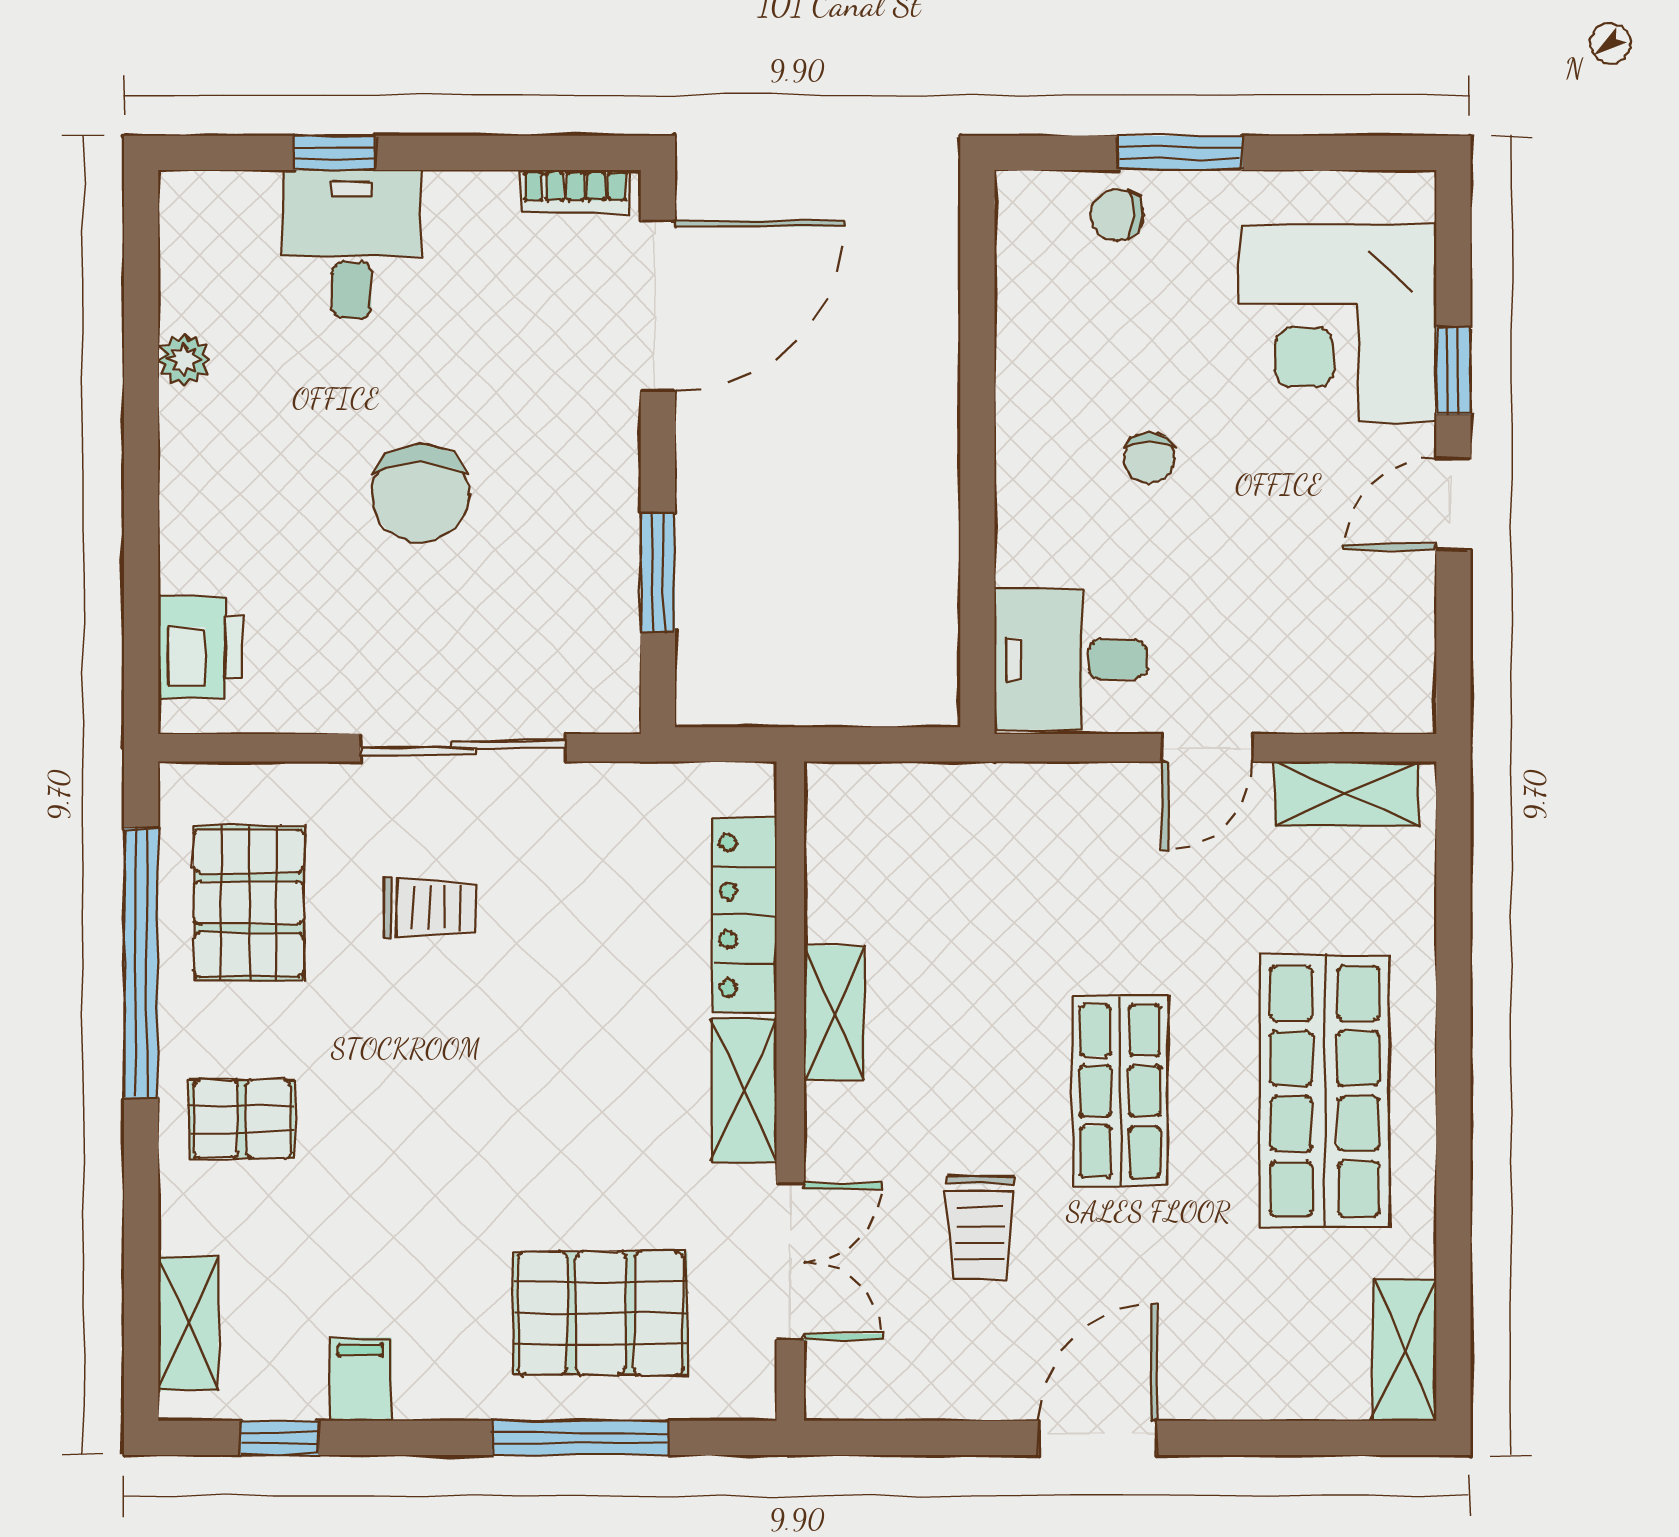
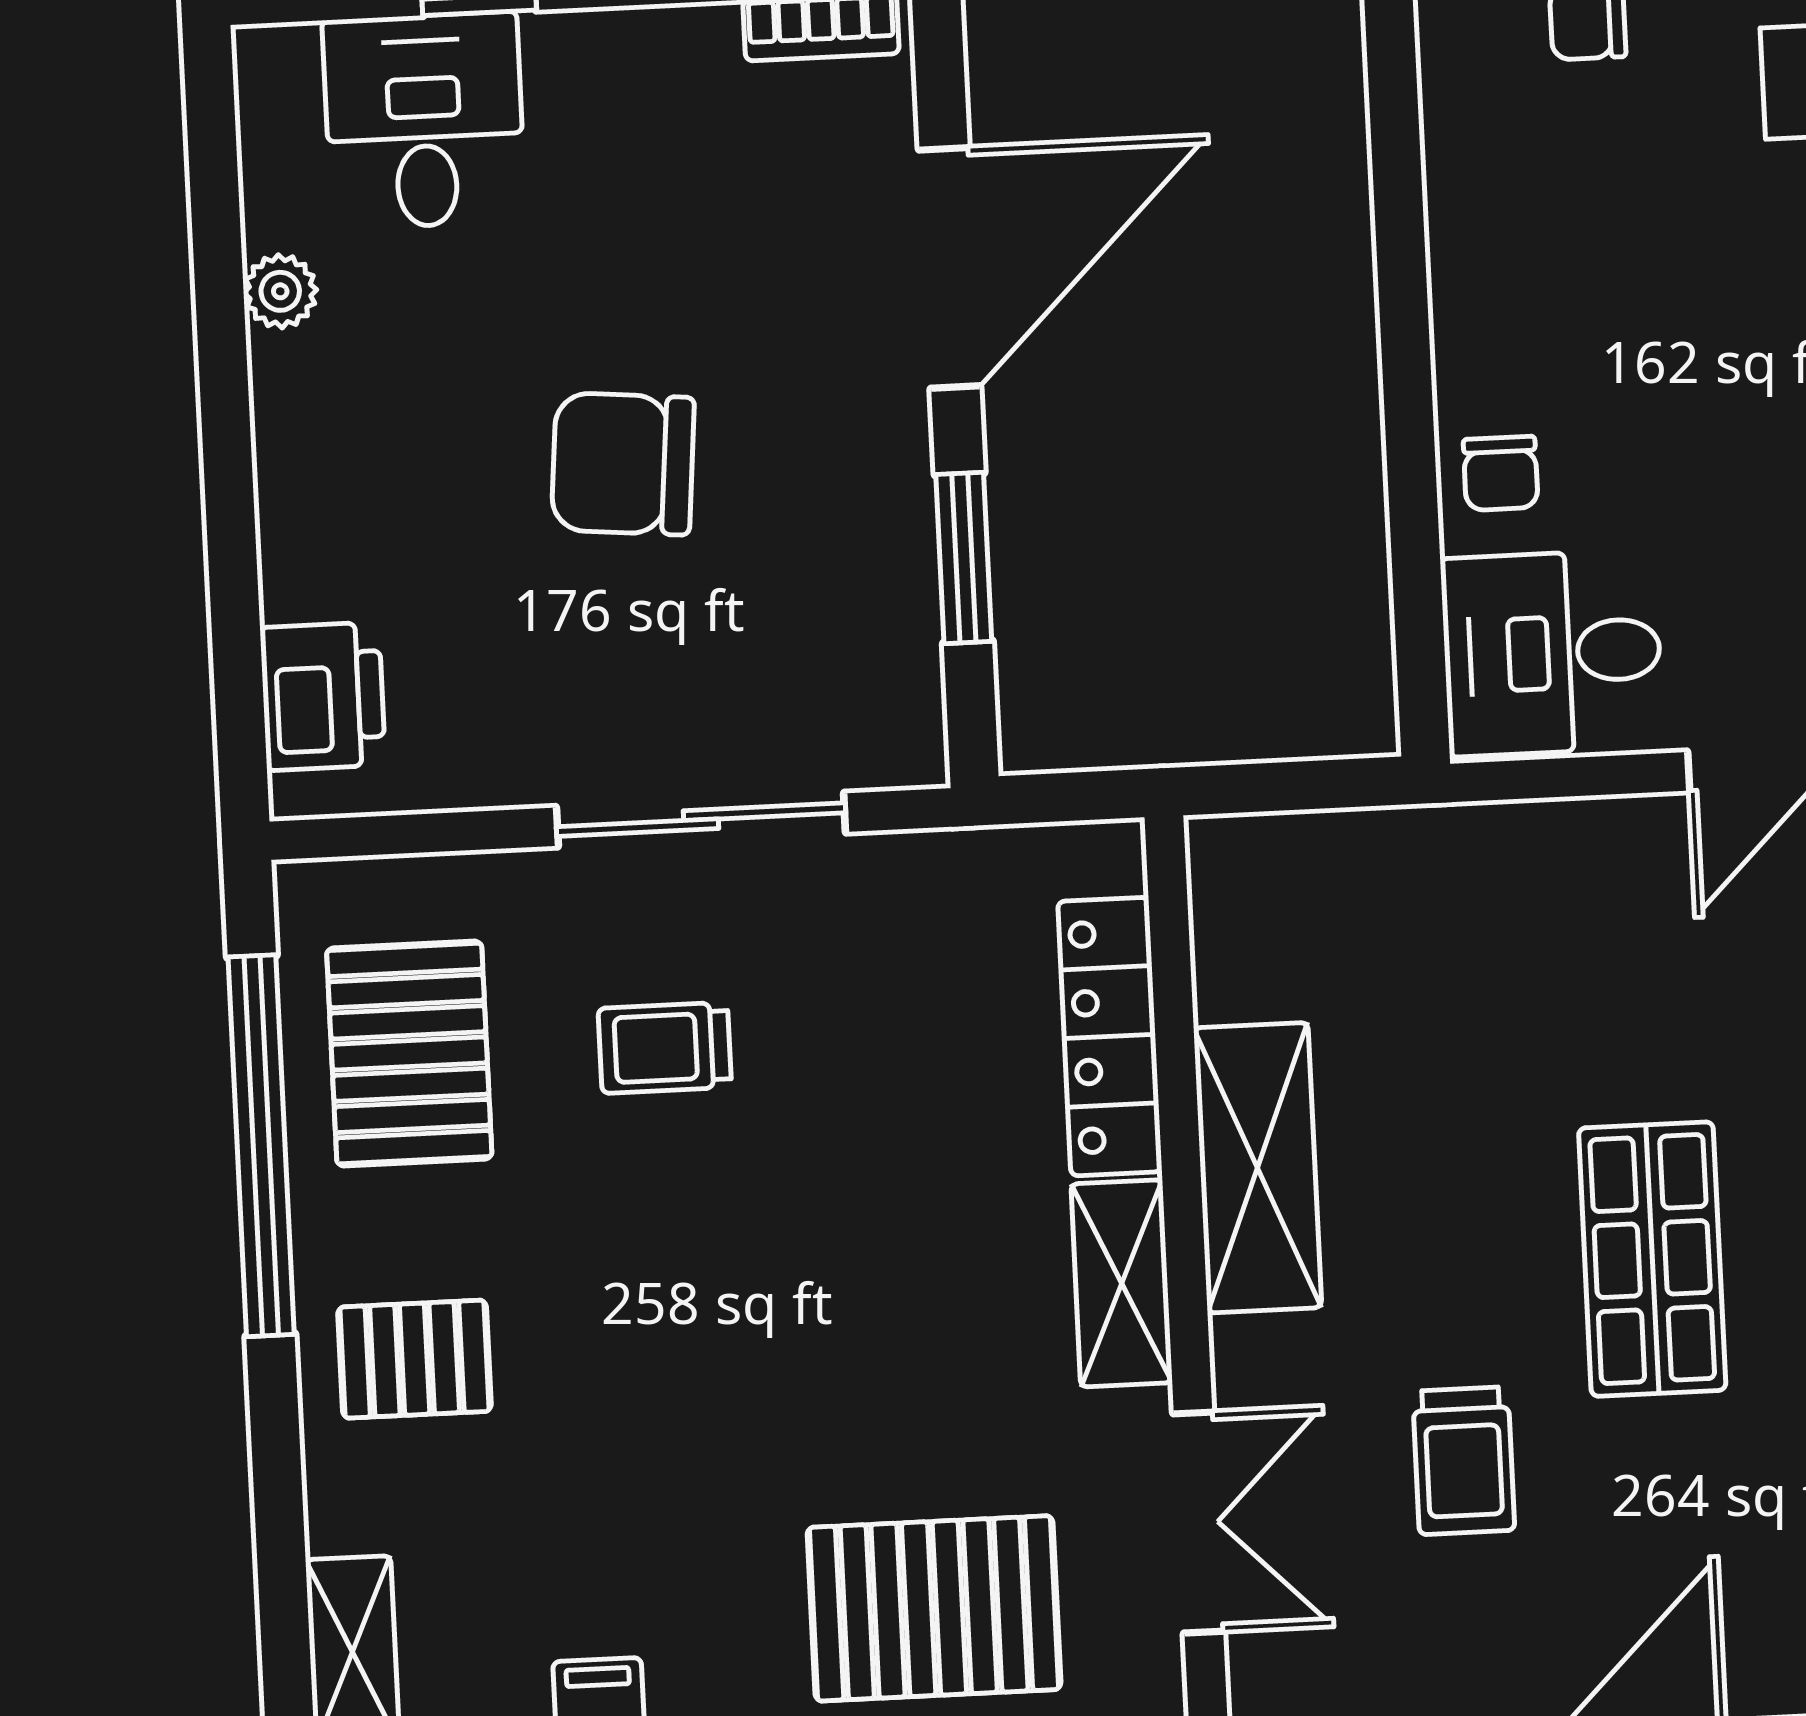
desk: (352, 244) -> (424, 121), moved
door: (658, 306) -> (949, 268), moved
chair: (1149, 458) -> (1501, 473), moved
chair: (420, 494) -> (623, 464), turned 95
trolley: (430, 908) -> (665, 1048), turned 180
shelving: (834, 1013) -> (1258, 1168), width x1.50, depth x1.33

